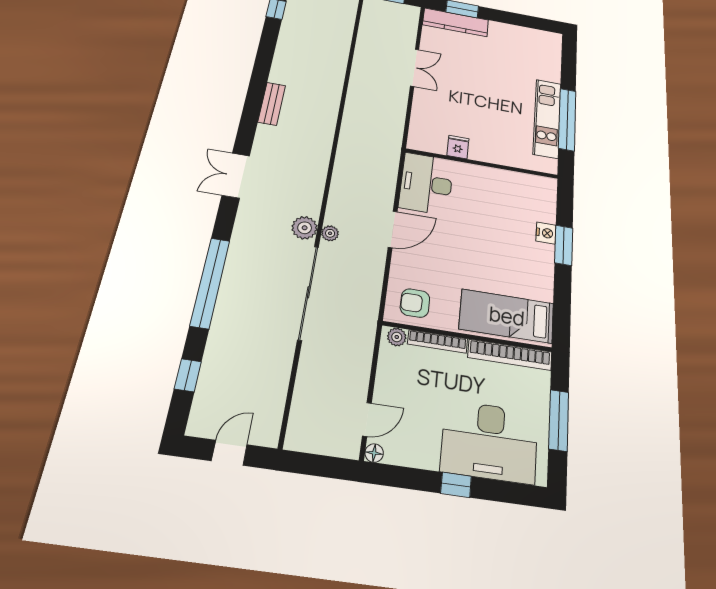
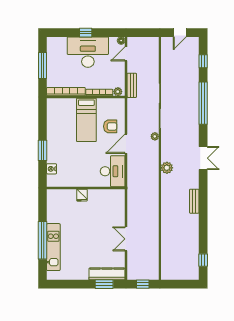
kitchen unit: (547, 118) -> (53, 247), moved
window: (567, 119) -> (42, 240), moved
fridge: (458, 147) -> (82, 195), moved
plant: (305, 228) -> (167, 168), moved
nightstand: (546, 233) -> (52, 169), moved
armchair: (415, 303) -> (110, 126), moved
bed: (507, 316) -> (86, 120), moved, turned 90
bench: (364, 346) -> (132, 85), added
desk: (490, 442) -> (88, 52), moved

